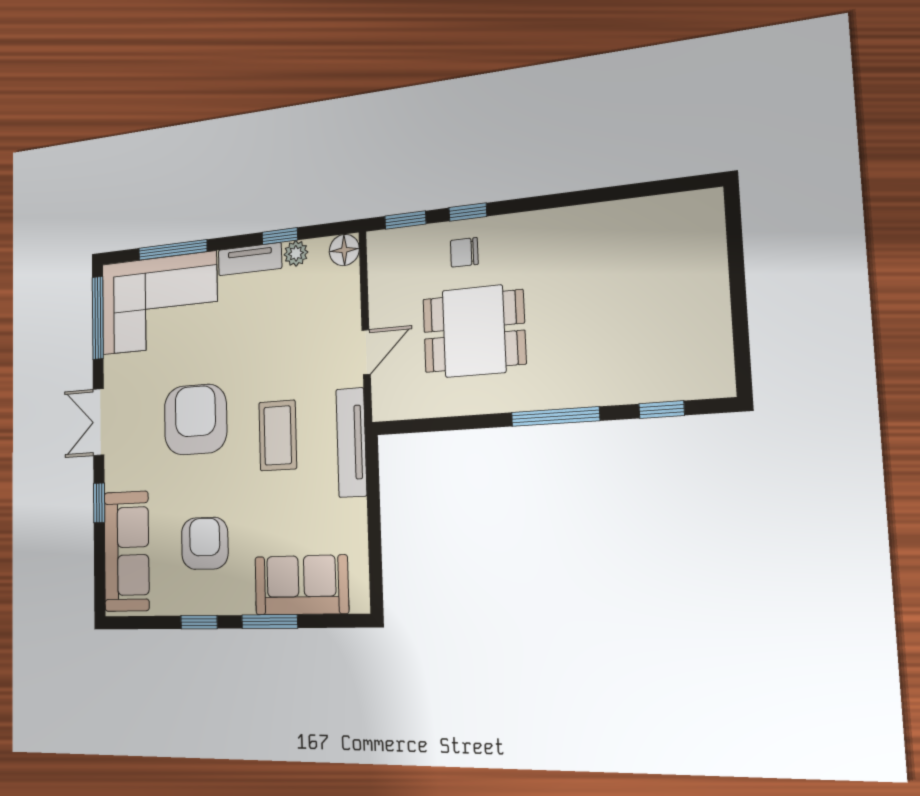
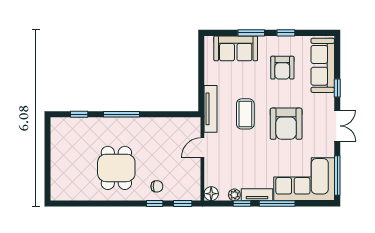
window: (173, 250) -> (277, 204), moved
dining table: (474, 331) -> (116, 168), moved, turned 90

